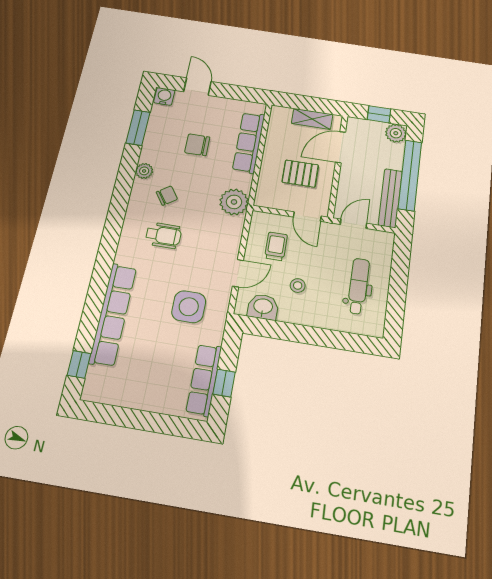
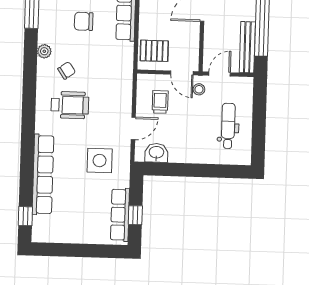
pallet: (300, 174) -> (154, 51), moved
plant: (234, 202) -> (121, 68), removed
wheelchair: (163, 235) -> (70, 105), width x1.36, depth x1.37
stool: (298, 285) -> (199, 89), moved

